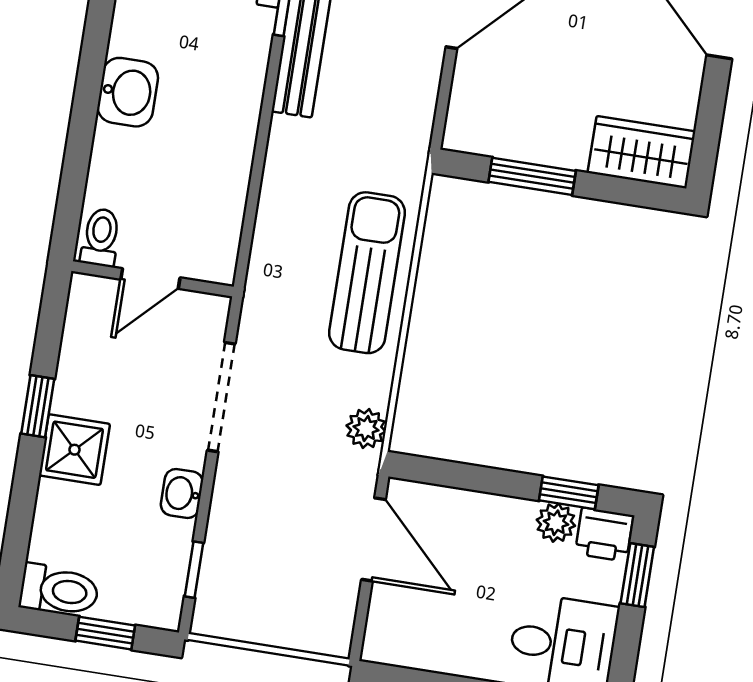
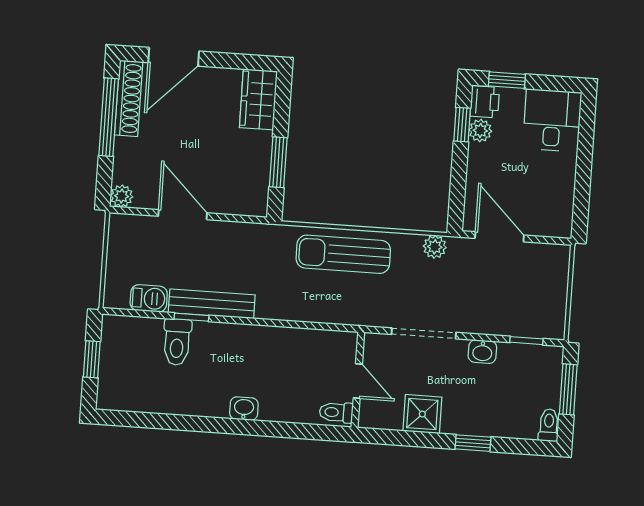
washbasin: (128, 92) -> (244, 409), width x0.72, depth x0.69
window: (38, 406) -> (473, 443), moved
shower: (74, 450) -> (422, 414), moved
door: (374, 539) -> (499, 237), hinge flipped
toilet: (59, 590) -> (549, 425), width x0.73, depth x0.72
window: (105, 633) -> (568, 389), width x1.50

